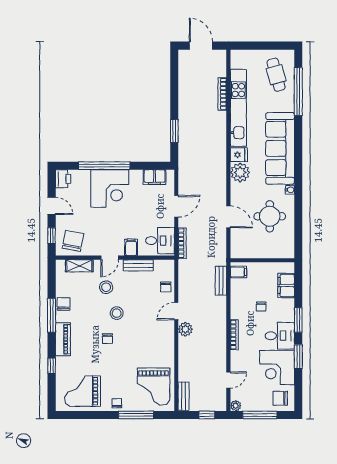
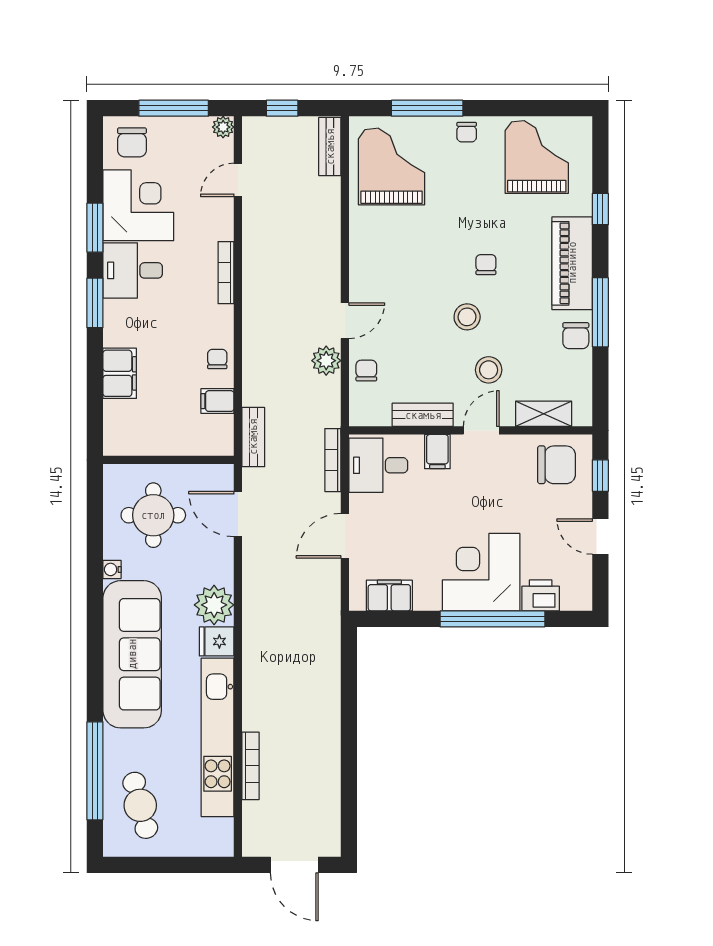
window: (174, 131) -> (349, 690), removed
printer: (63, 179) -> (541, 595), moved, turned 90
chair: (73, 241) -> (557, 465), turned -101
wall: (262, 260) -> (168, 460), moved
bench: (221, 281) -> (253, 437), moved
chair: (261, 306) -> (217, 359), moved
plant: (185, 329) -> (326, 361), moved
piano: (63, 339) -> (572, 263), width x1.37, depth x1.33
grand piano: (83, 391) -> (537, 157), turned -90
chair: (280, 398) -> (132, 142), turned 90

